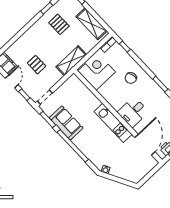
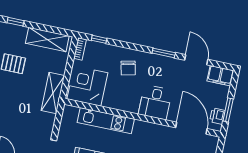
pallet: (37, 65) -> (19, 122), removed
kitchen unit: (113, 123) -> (106, 121), moved

